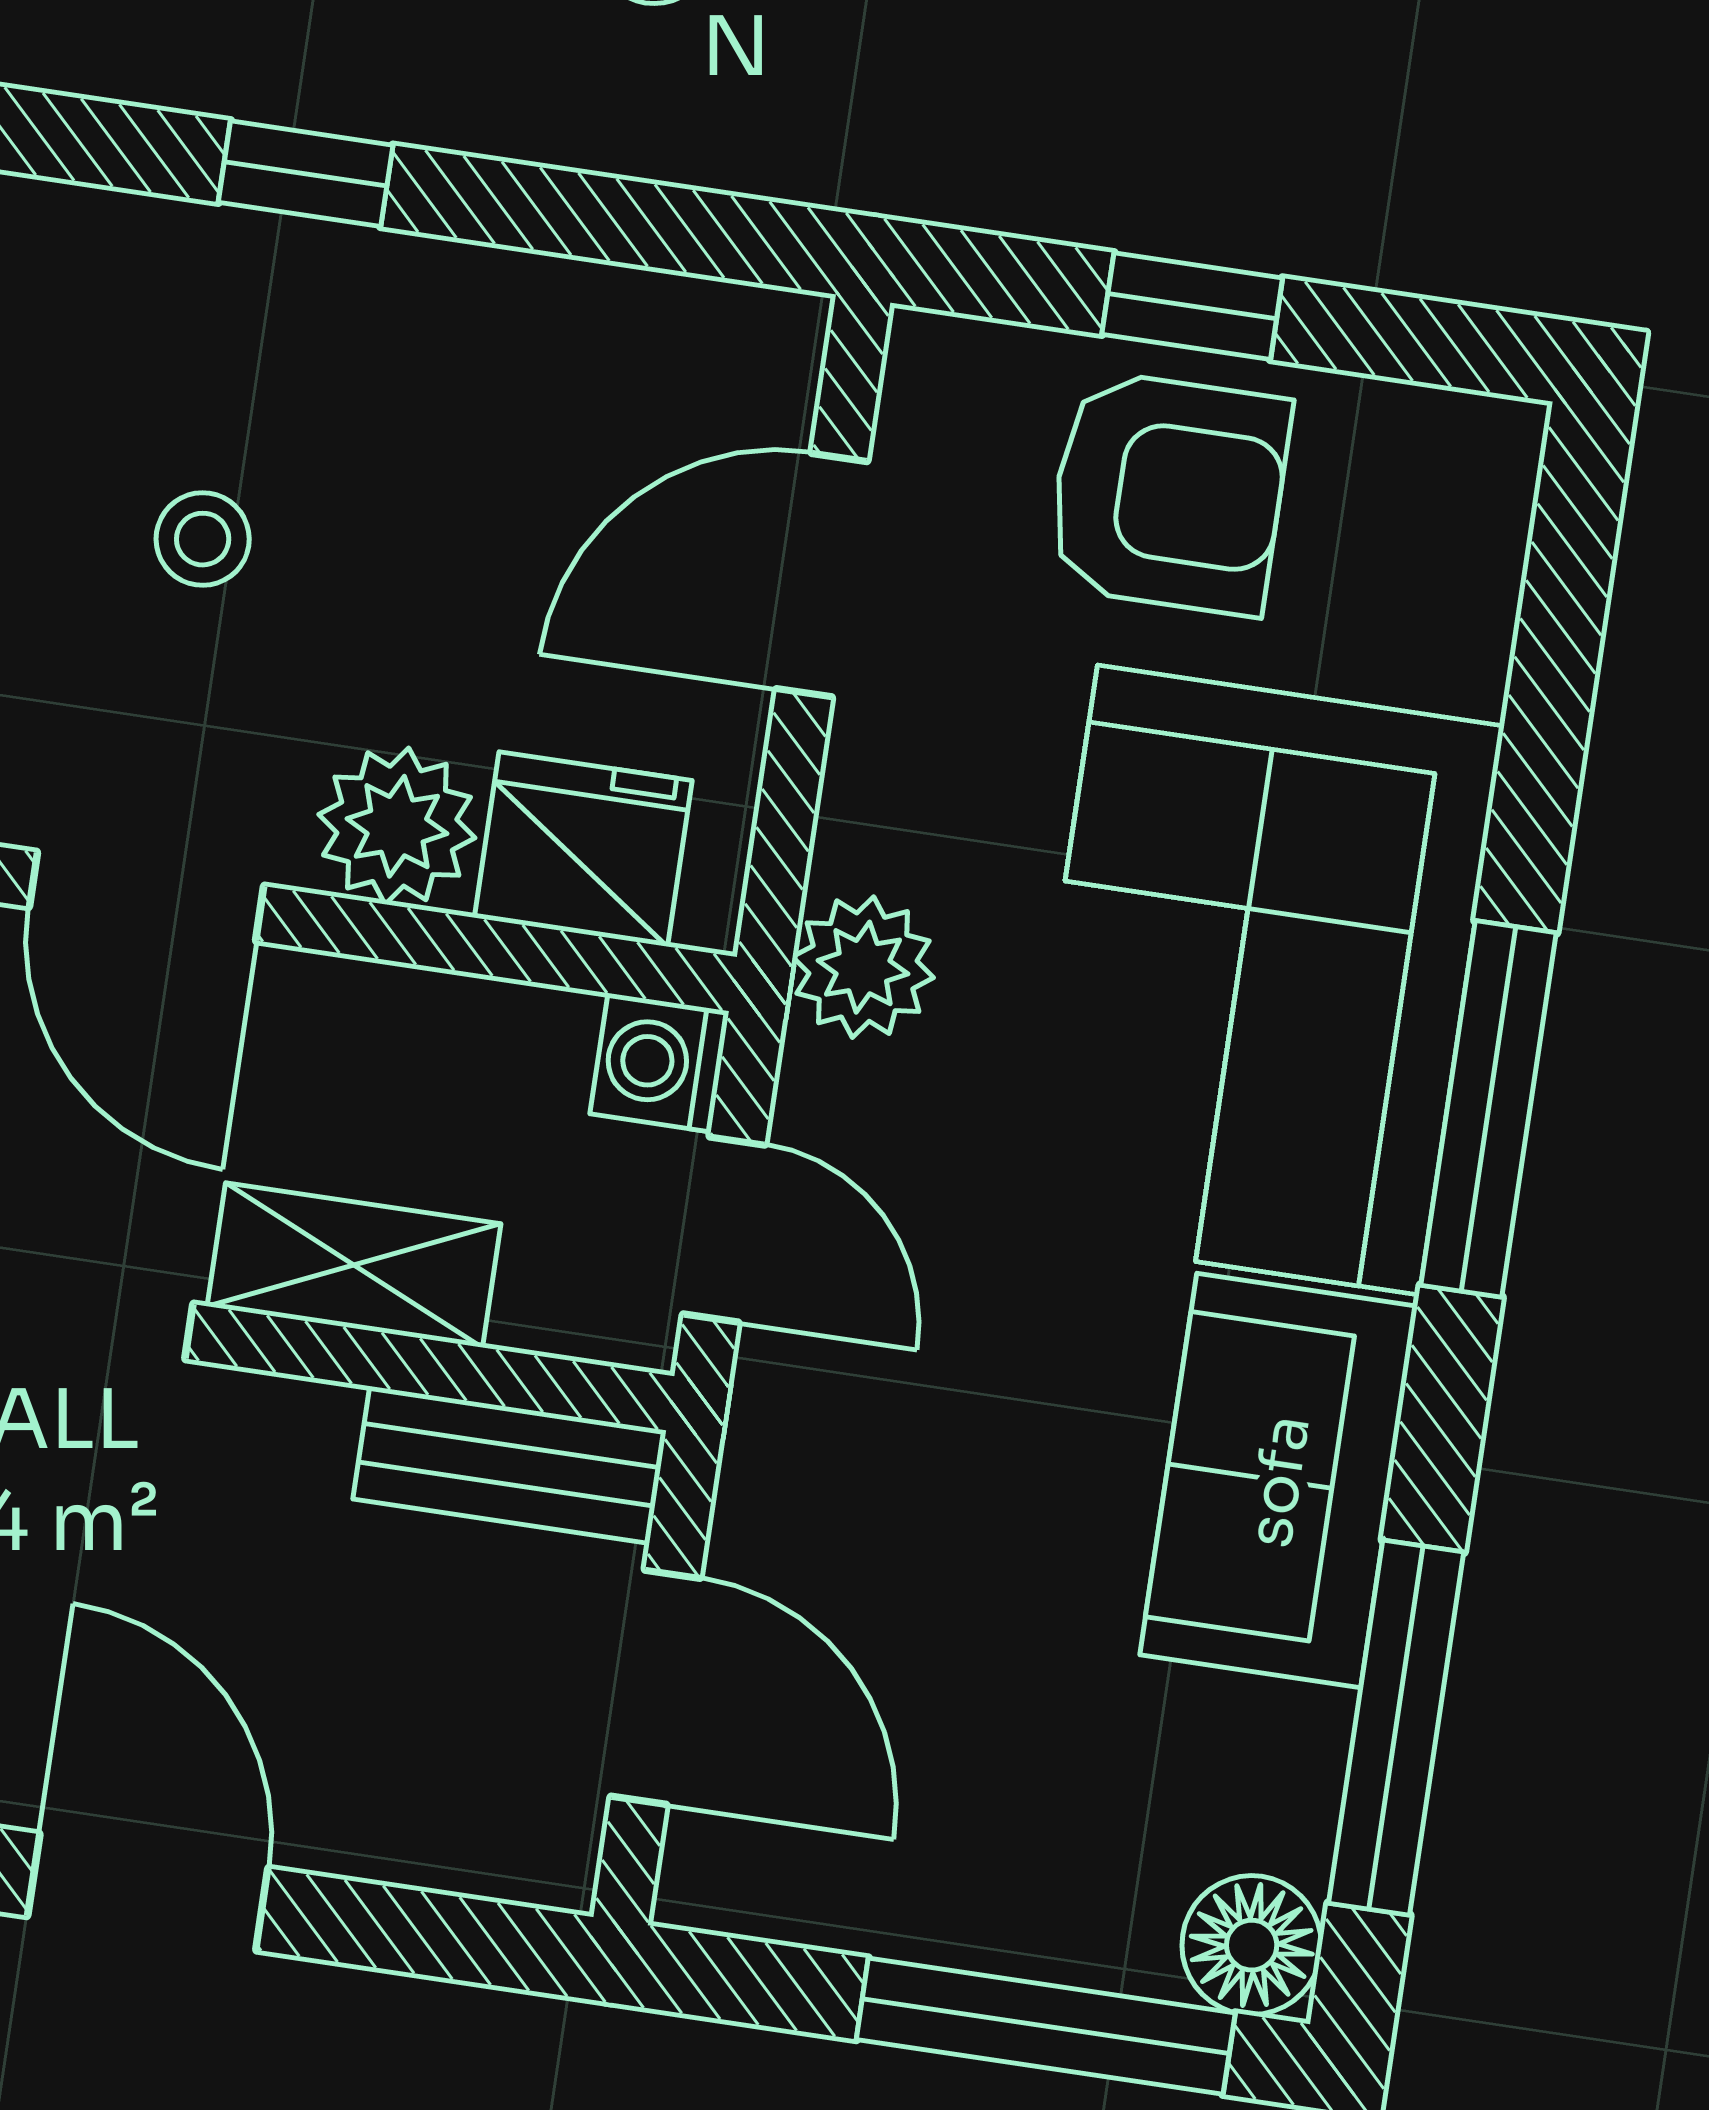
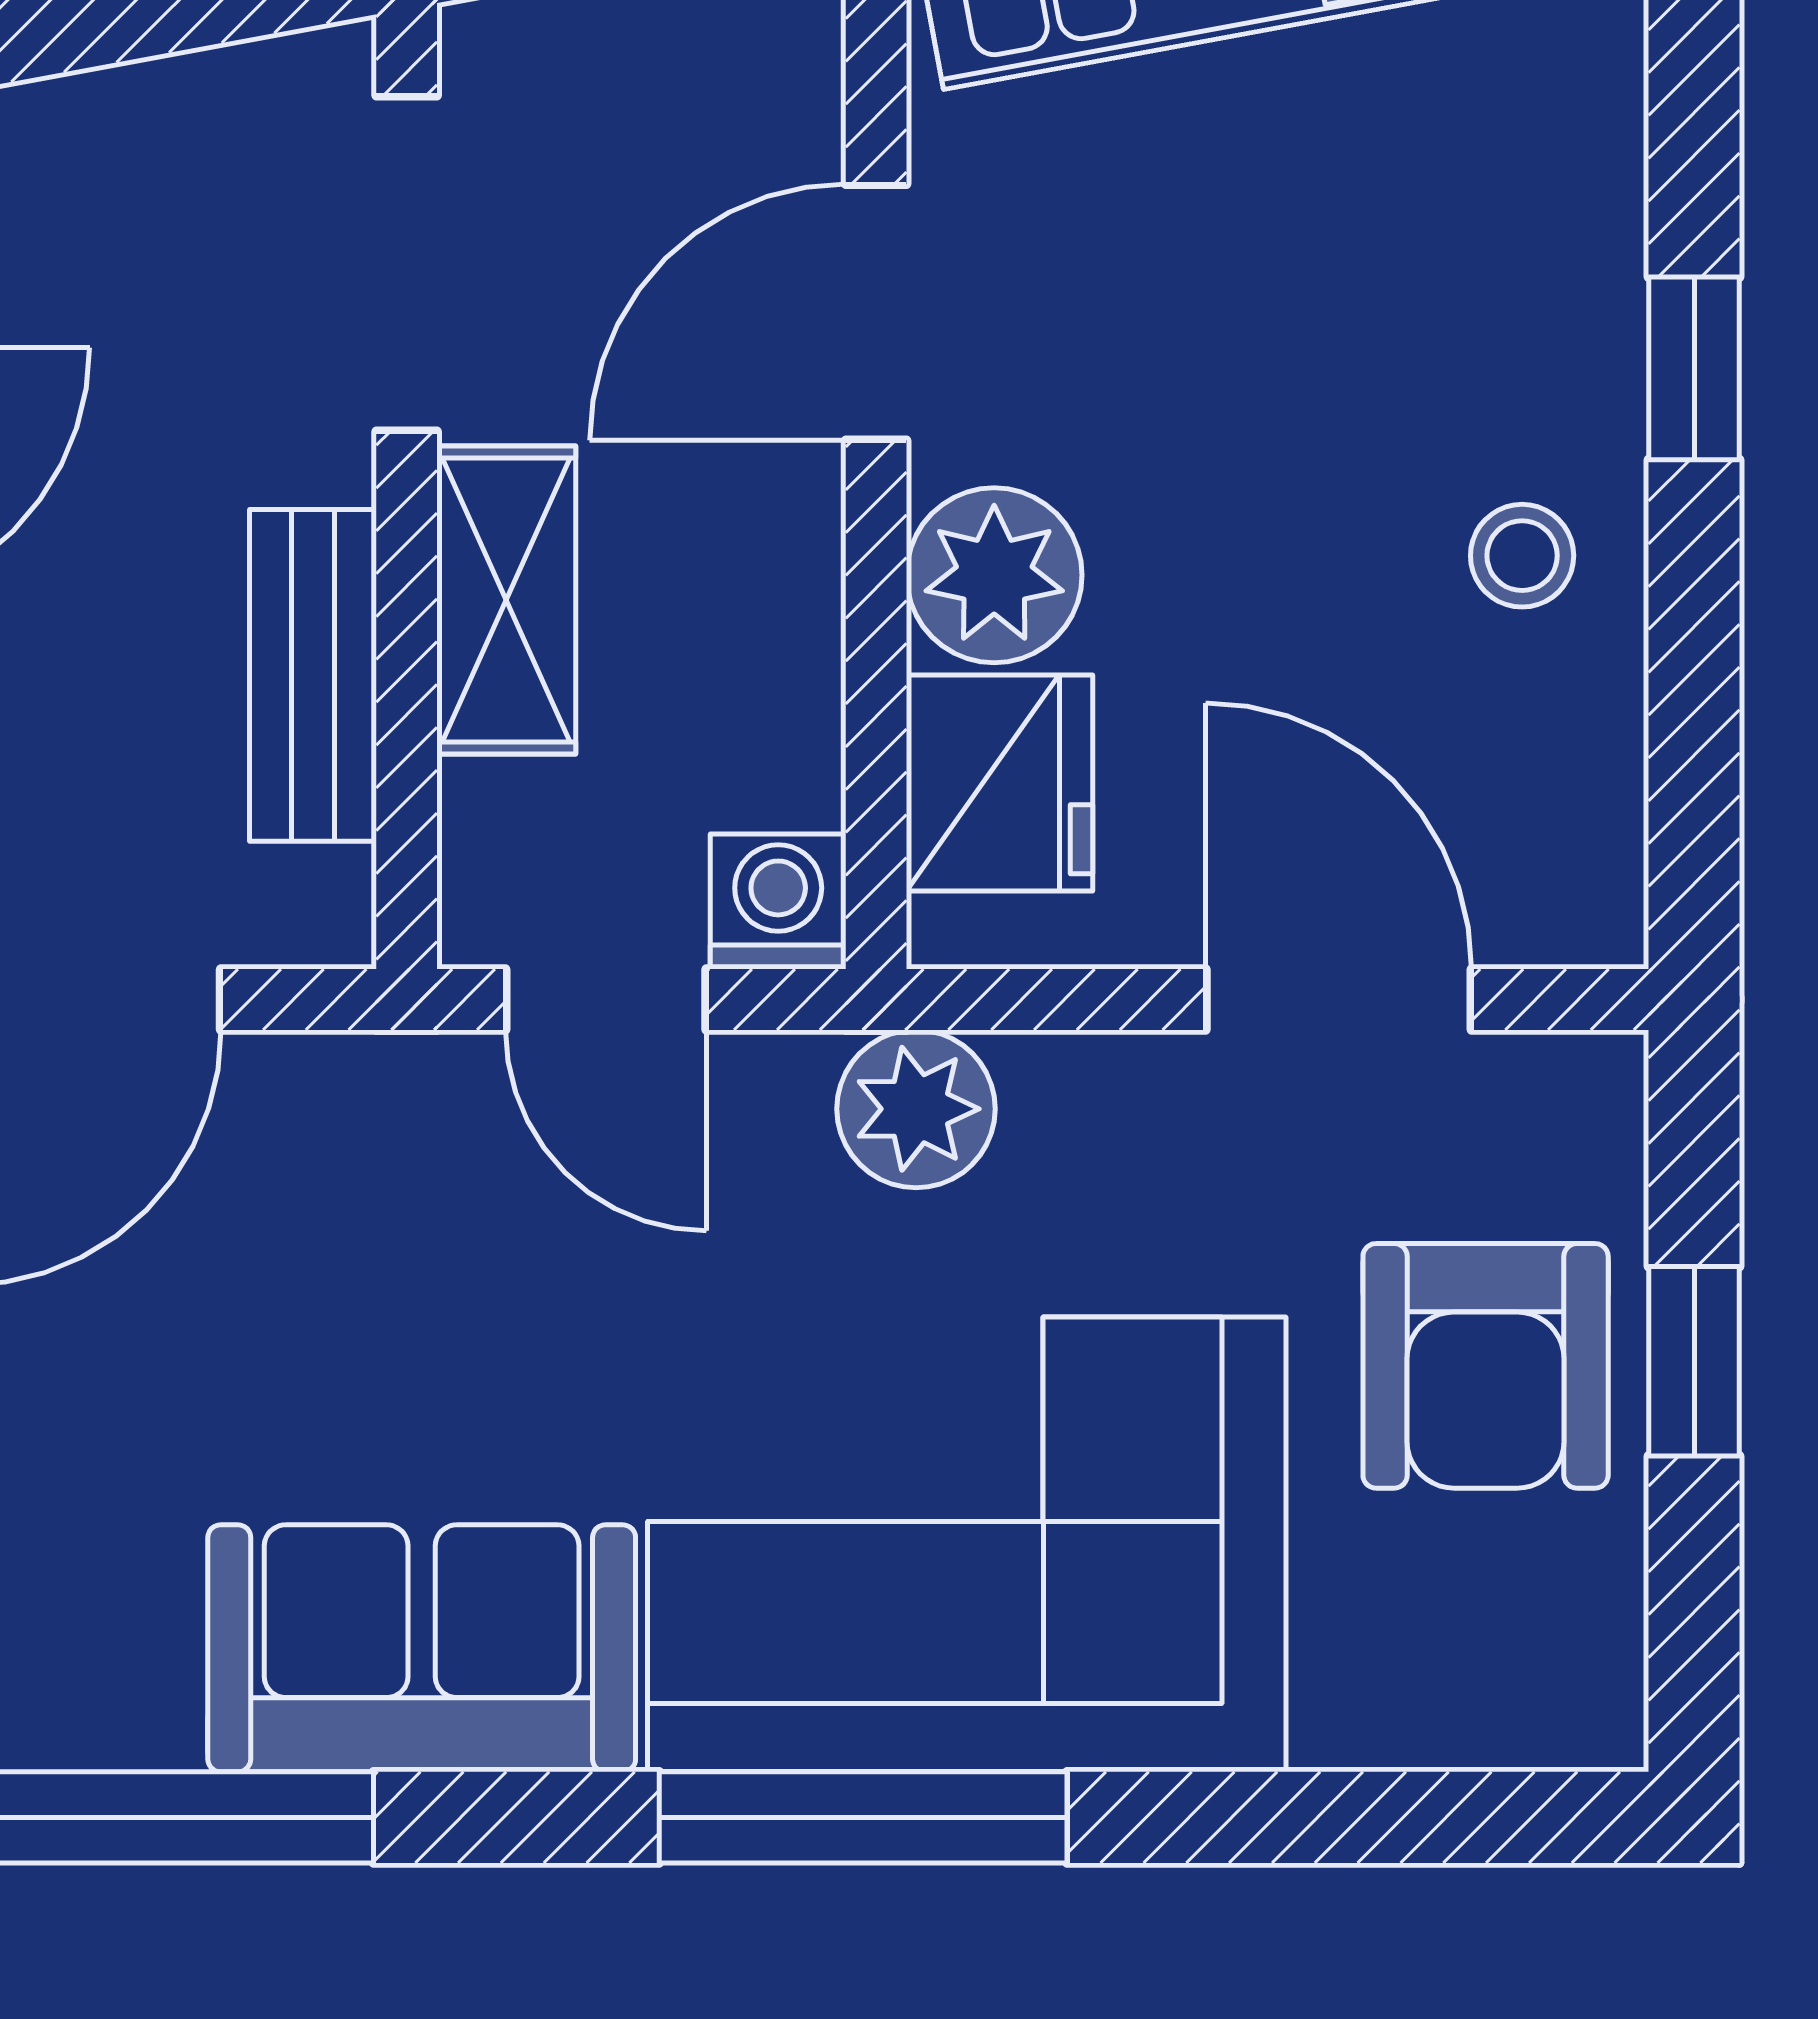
stool: (203, 539) -> (1522, 556), moved
door: (724, 1229) -> (606, 999), hinge flipped
bench: (510, 1465) -> (313, 675), moved

